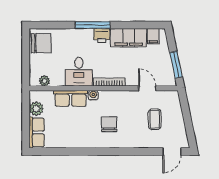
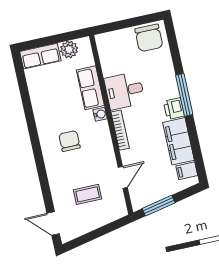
plant: (44, 81) -> (104, 52), removed
chair: (109, 124) -> (69, 141), turned -90

